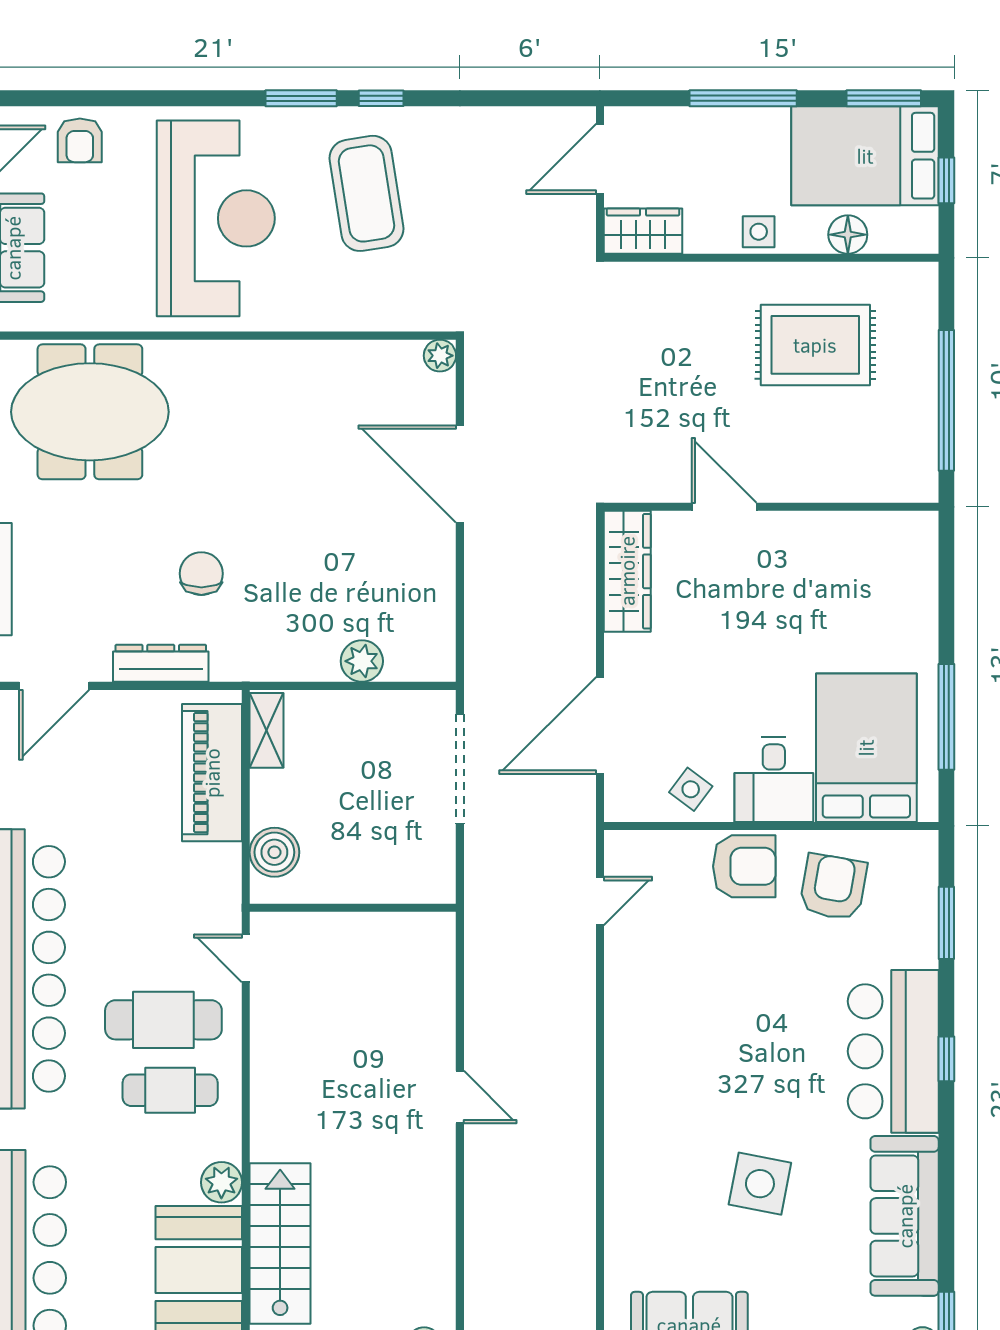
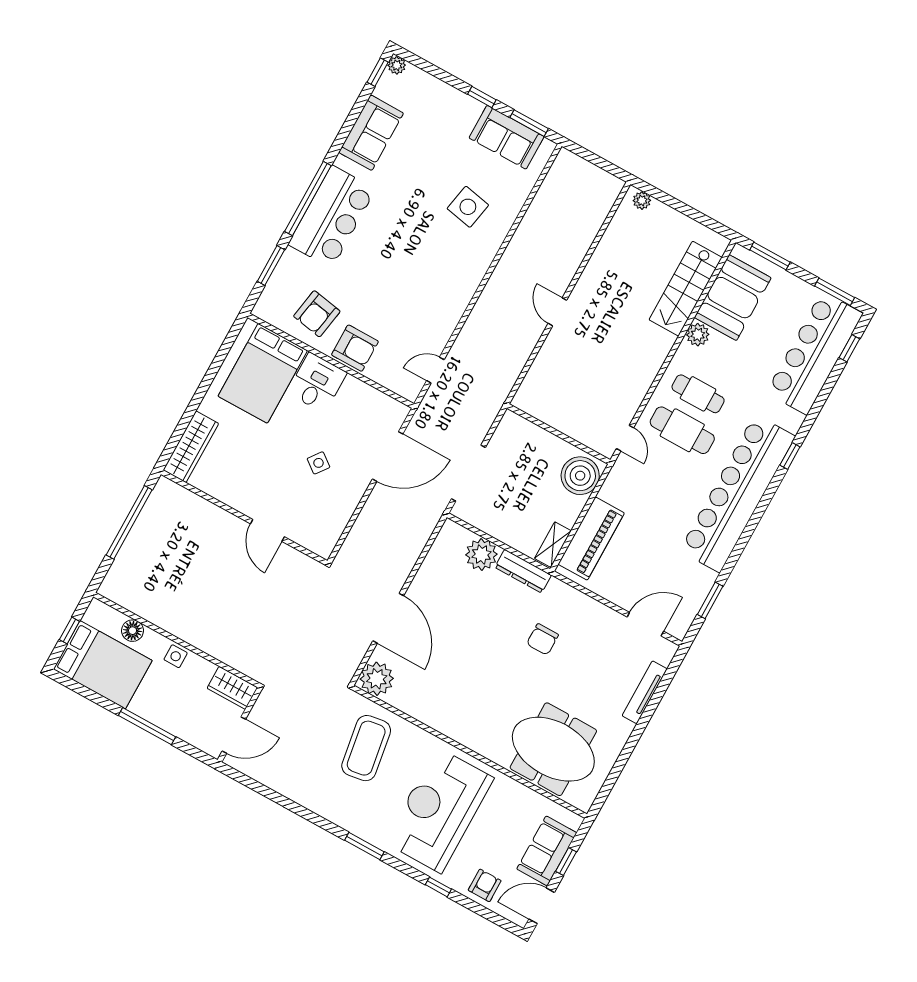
window: (381, 98) -> (438, 887), moved
window: (884, 98) -> (78, 688), removed
coffee table: (367, 193) -> (366, 748), moved
rug: (815, 345) -> (178, 585), removed
plant: (440, 356) -> (377, 679), width x1.87, depth x1.87
wardrobe: (627, 571) -> (191, 447), moved, turned 180
plant: (362, 661) -> (481, 554), width x1.36, depth x1.36
dresser: (161, 663) -> (523, 571), moved
window: (946, 717) -> (215, 367), removed
side table: (691, 789) -> (319, 463), moved
boiler: (274, 852) -> (580, 476), width x1.37, depth x1.37
armchair: (744, 866) -> (355, 348), turned 180
window: (946, 1059) -> (308, 199), width x3.17
side table: (760, 1184) -> (468, 207), moved
sofa: (905, 1216) -> (371, 133), width x0.73

